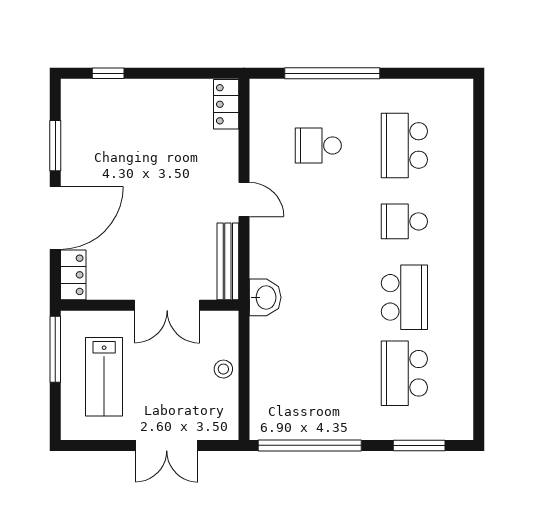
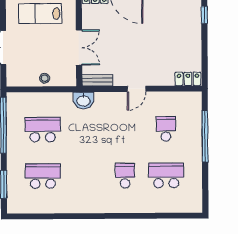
bench: (228, 261) -> (97, 80), width x0.73
school desk: (404, 297) -> (43, 130), moved, turned 180
double door: (167, 305) -> (79, 47), swing flipped

